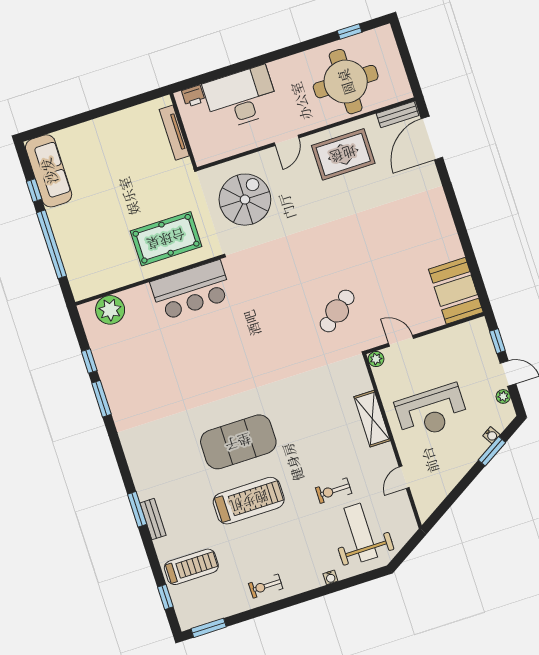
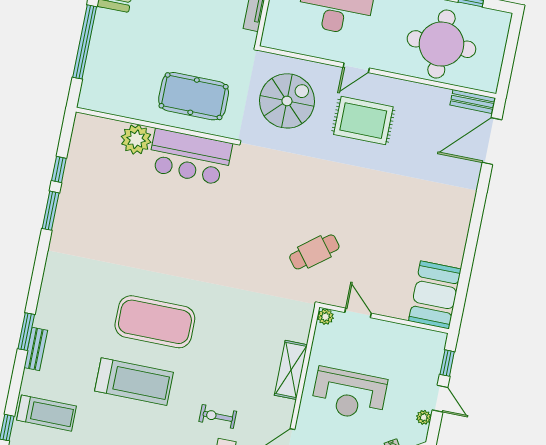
rug: (343, 154) -> (363, 121), moved
plant: (110, 310) -> (136, 139), moved

